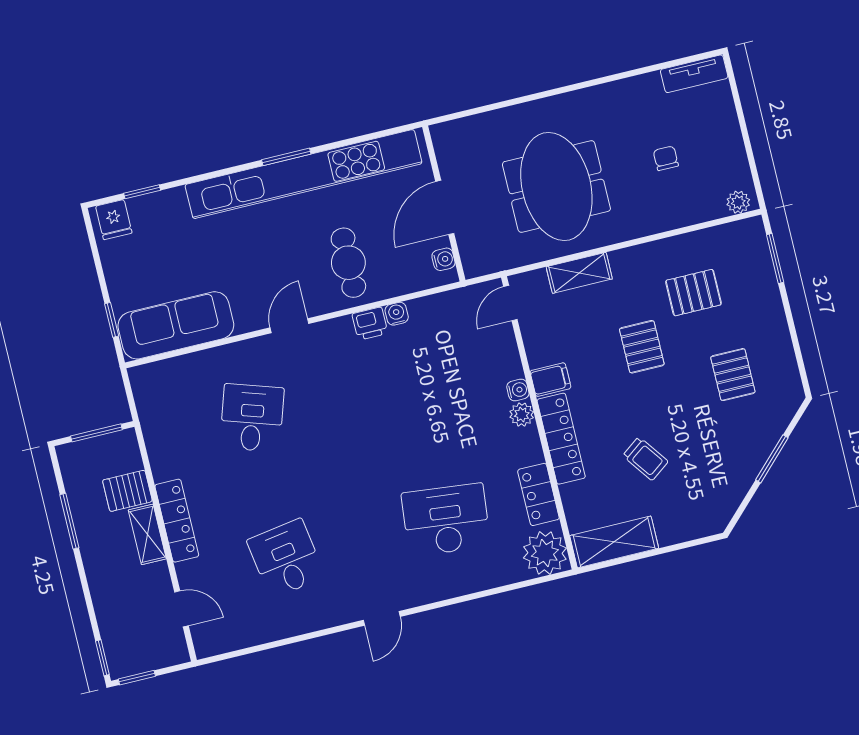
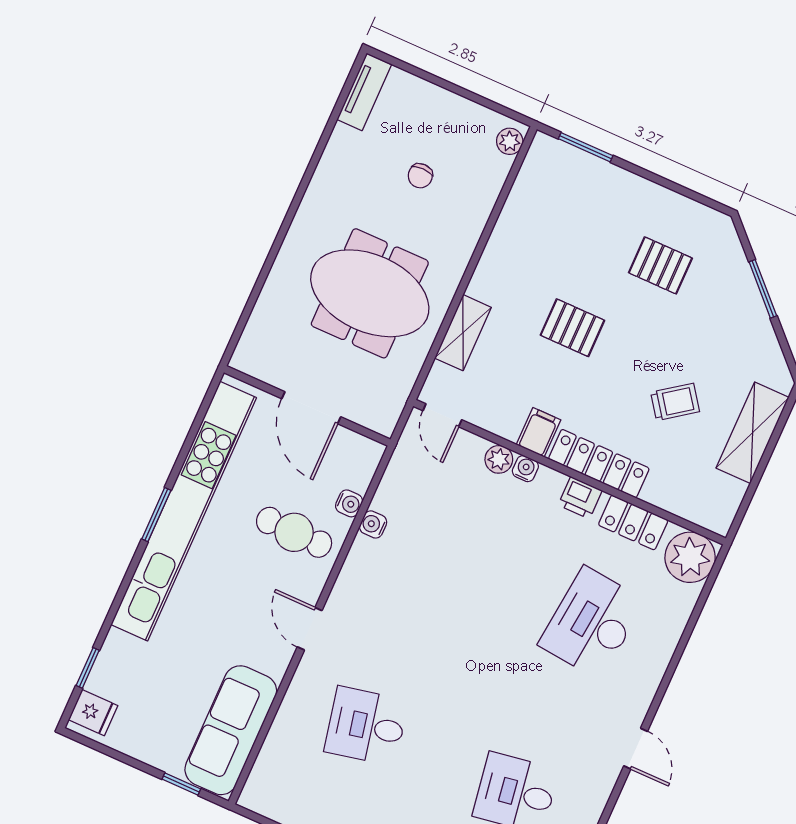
chair: (666, 158) -> (420, 176), turned -90
water cooler: (443, 259) -> (349, 503), moved, turned 90
pallet: (693, 293) -> (560, 244), removed
printer: (370, 324) -> (580, 498), moved, turned 90
plant: (522, 415) -> (499, 459), moved
desk: (252, 418) -> (366, 726), turned -30
shelving: (614, 542) -> (753, 433), moved

